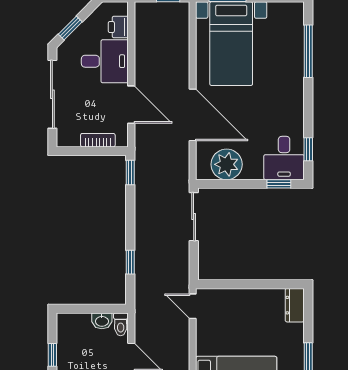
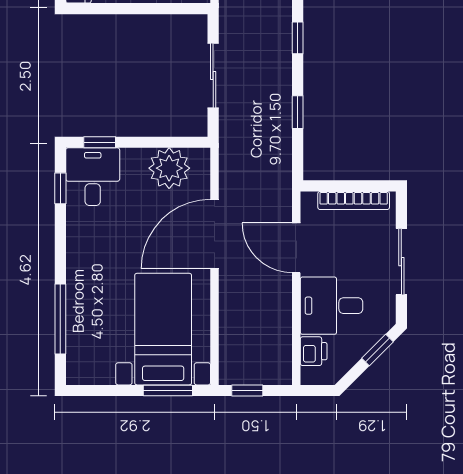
sliding door: (52, 94) -> (401, 262), width x0.73
door: (193, 115) -> (214, 234), hinge flipped
bookcase: (98, 140) -> (354, 200), width x1.56
window: (130, 173) -> (298, 112), moved
sliding door: (194, 217) -> (213, 76), moved

